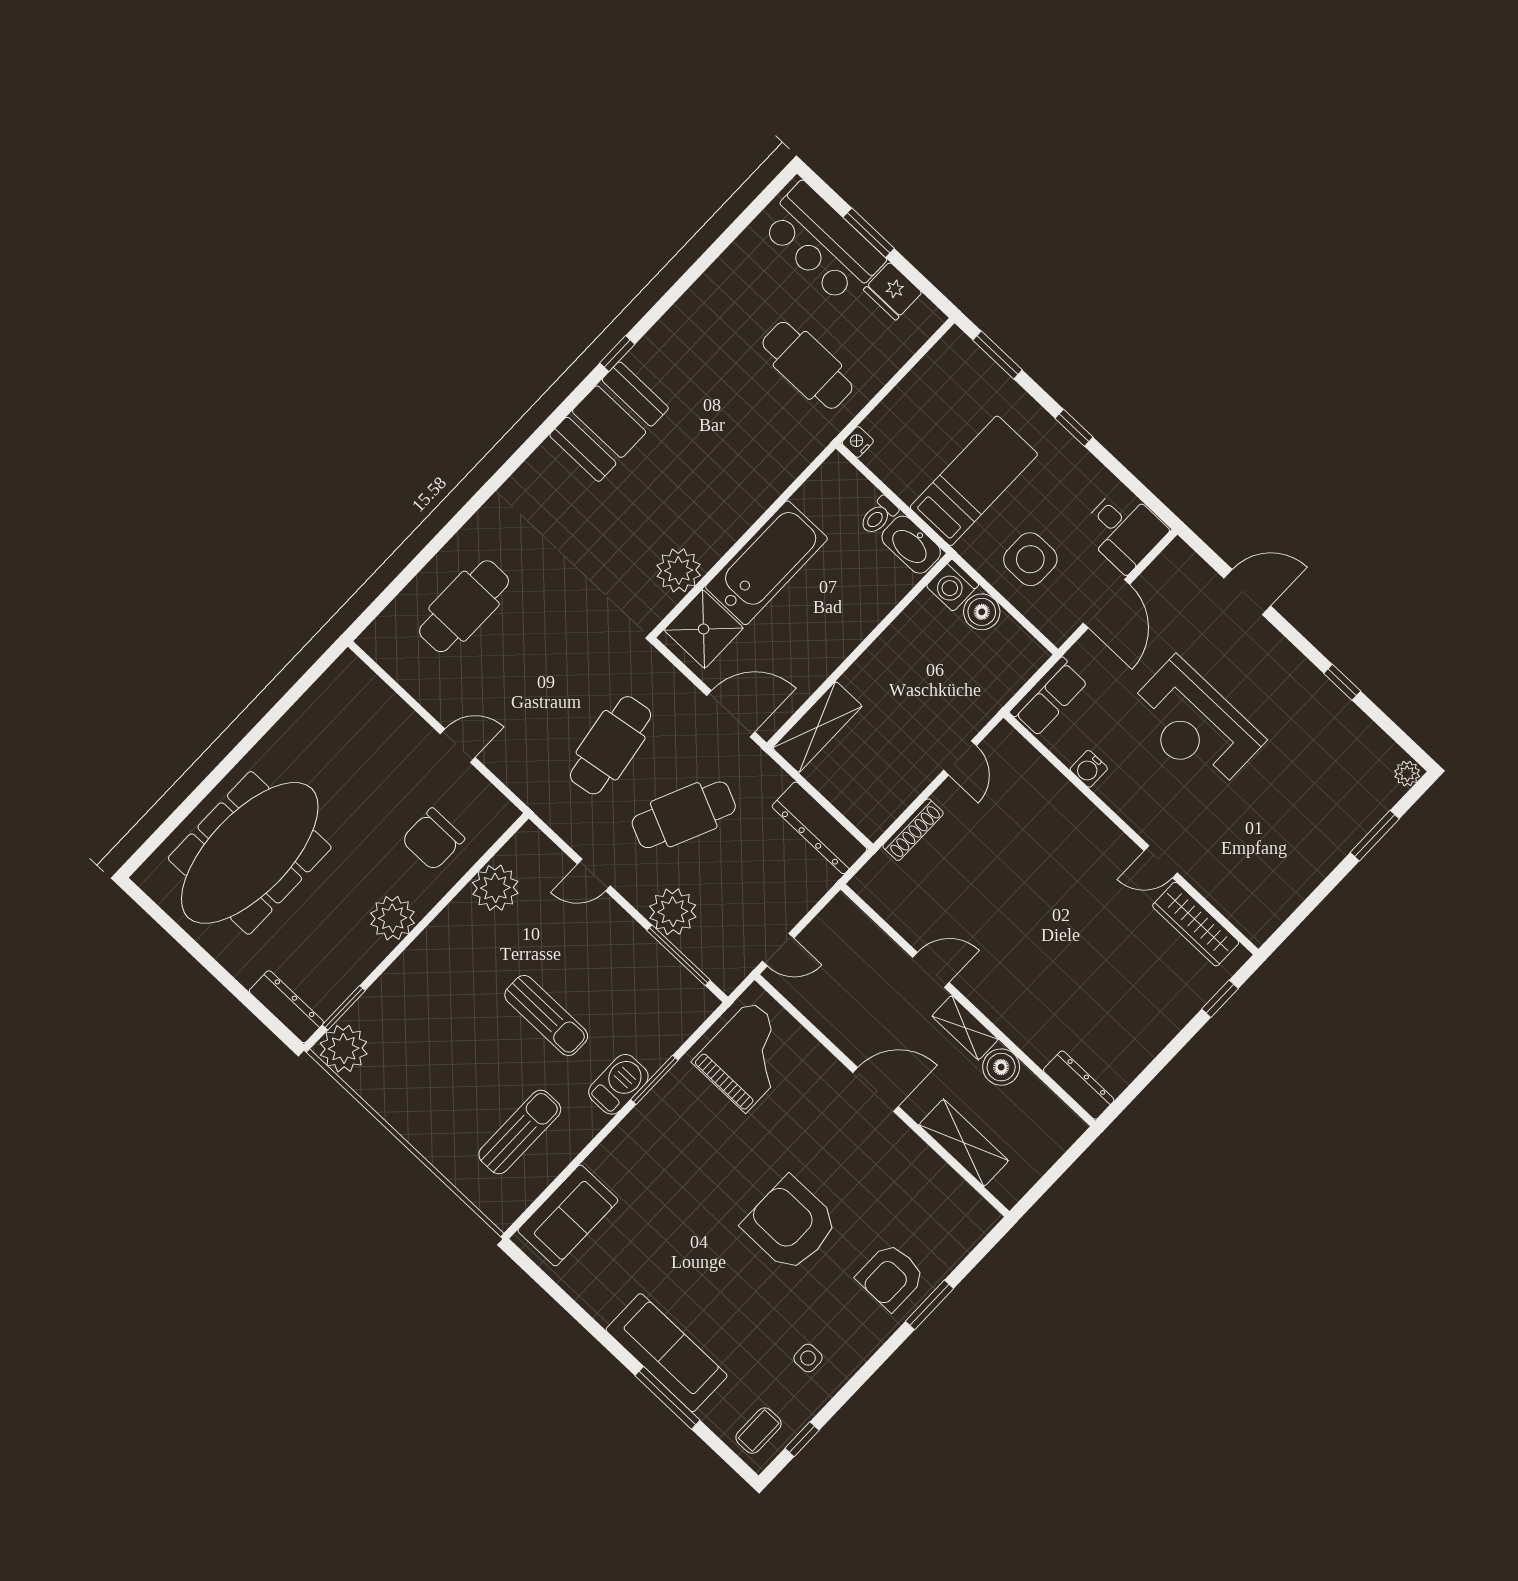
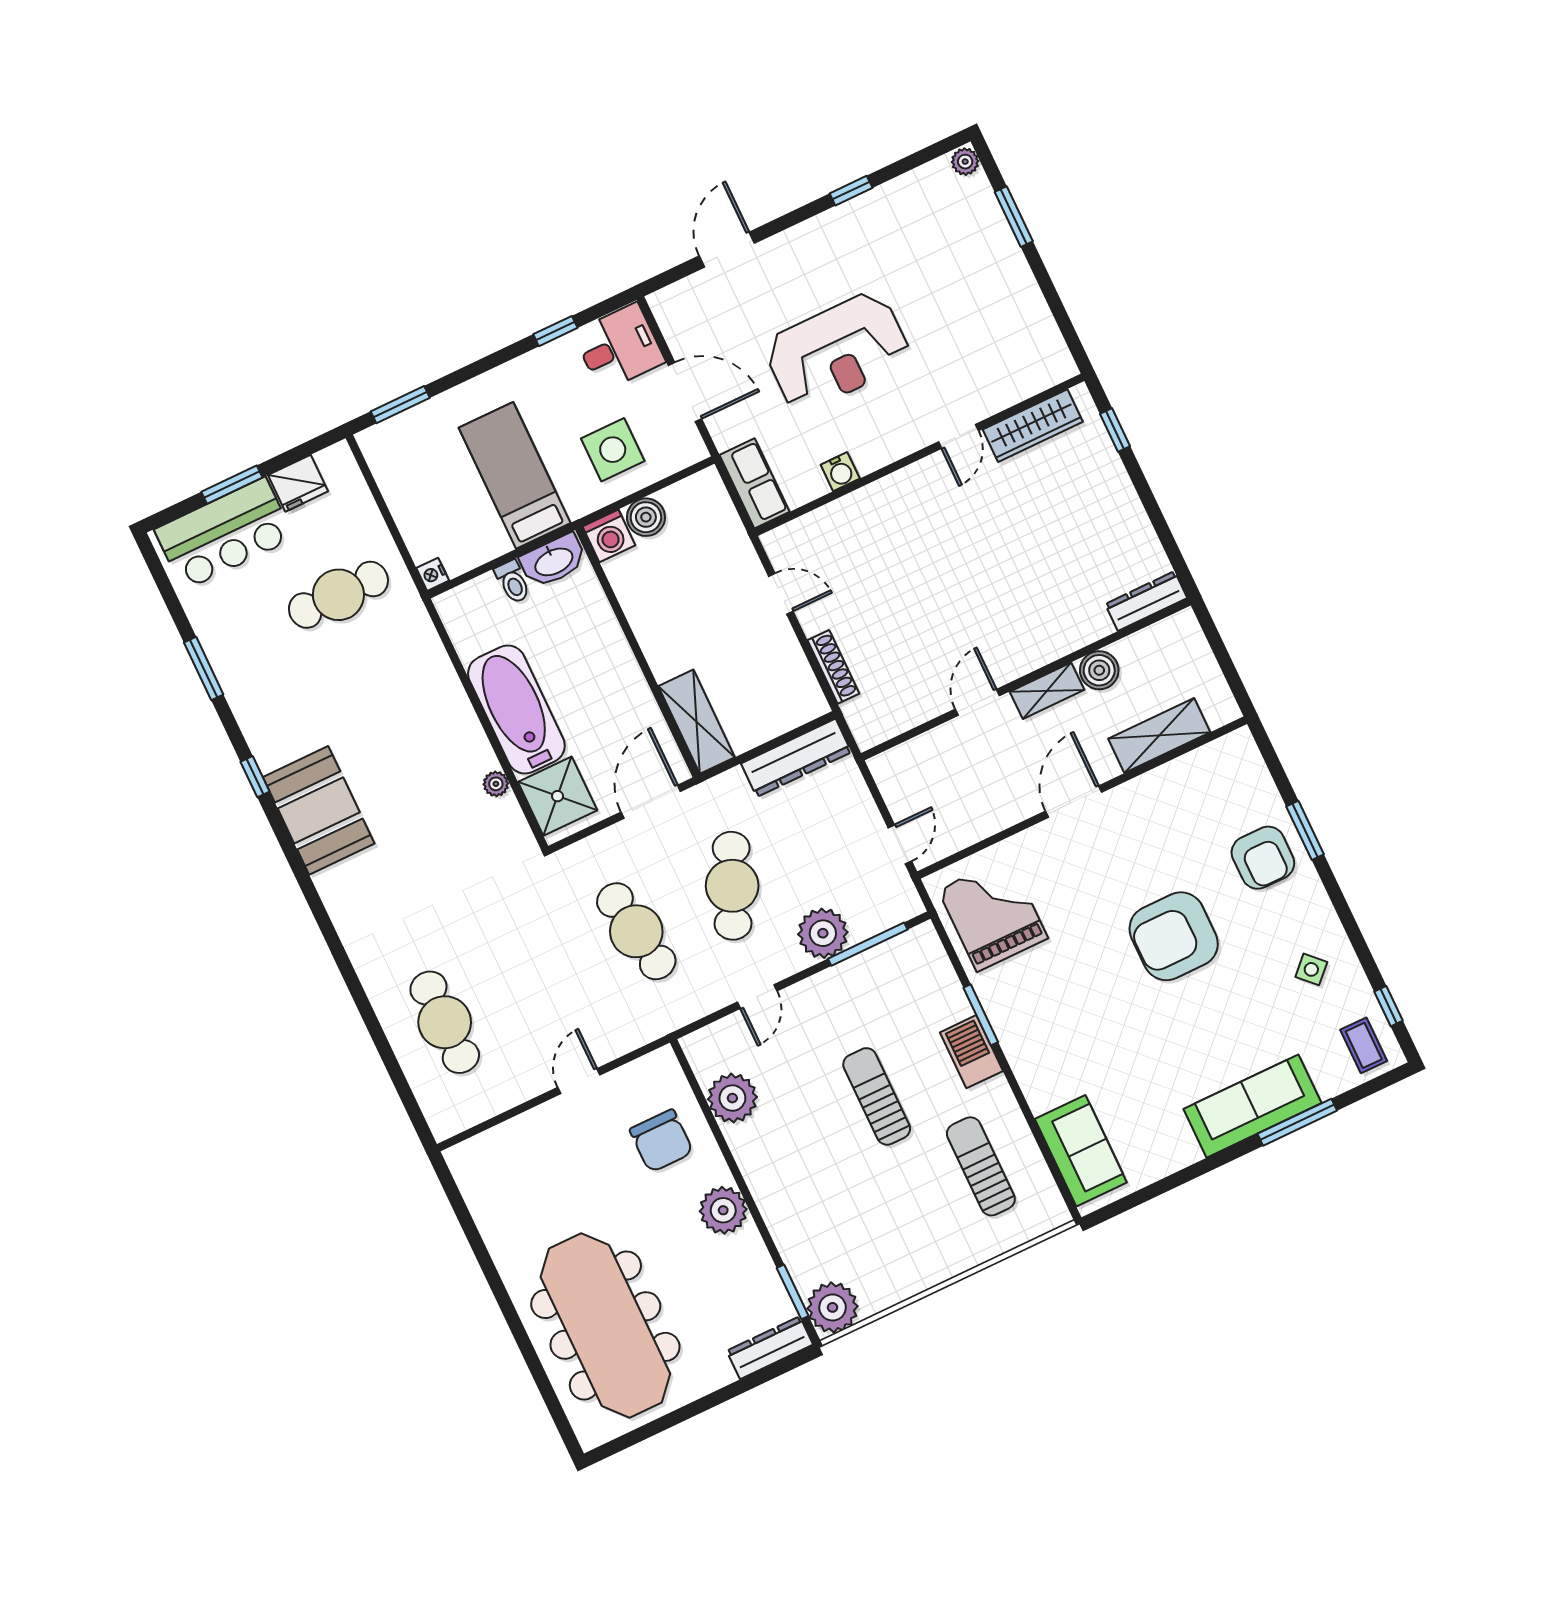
window: (696, 271) -> (204, 668), added
window: (1074, 428) -> (555, 331), moved
plant: (679, 570) -> (496, 784), width x0.53, depth x0.53
sun lounger: (546, 1015) -> (877, 1096), turned -90
side table: (808, 1358) -> (1311, 969), turned 45

